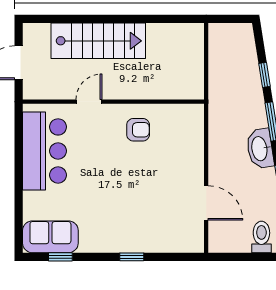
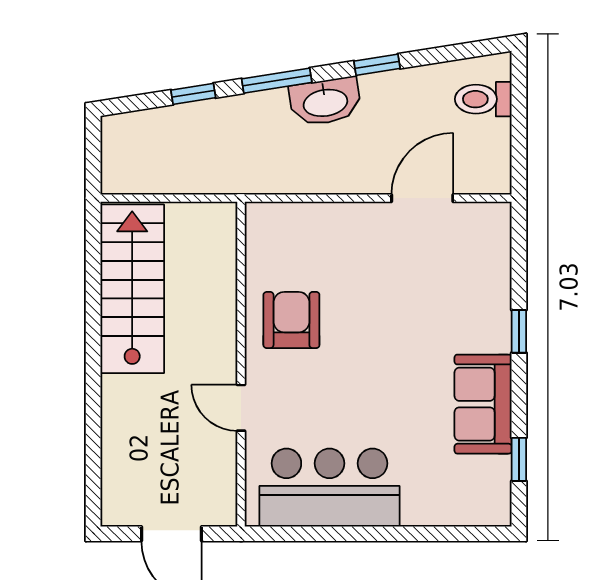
stairs: (98, 41) -> (132, 289), moved
armchair: (138, 130) -> (291, 320), width x1.38, depth x1.38
sofa: (50, 237) -> (483, 404), moved

